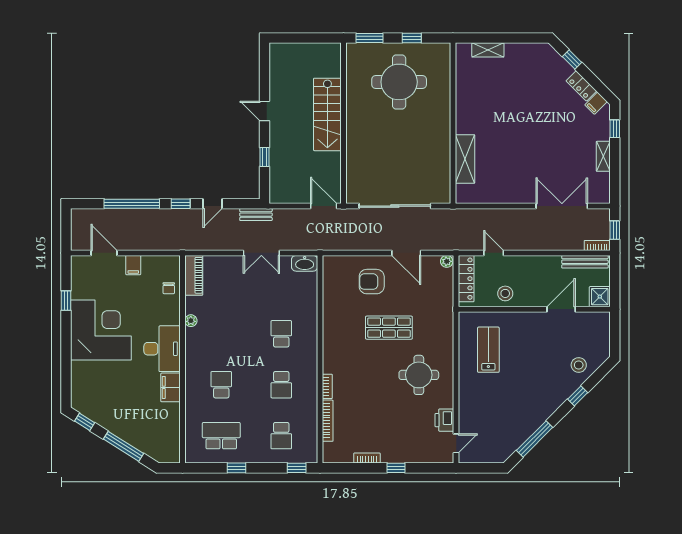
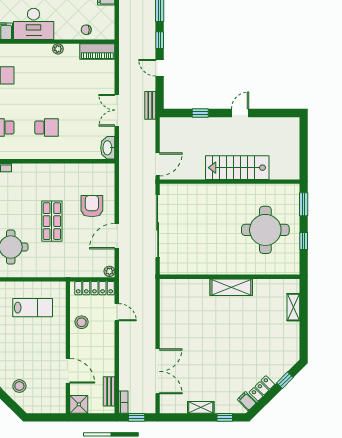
shelving: (465, 159) -> (231, 287), moved
door: (494, 253) -> (117, 312), hinge flipped
bench: (585, 262) -> (109, 391), width x0.73

